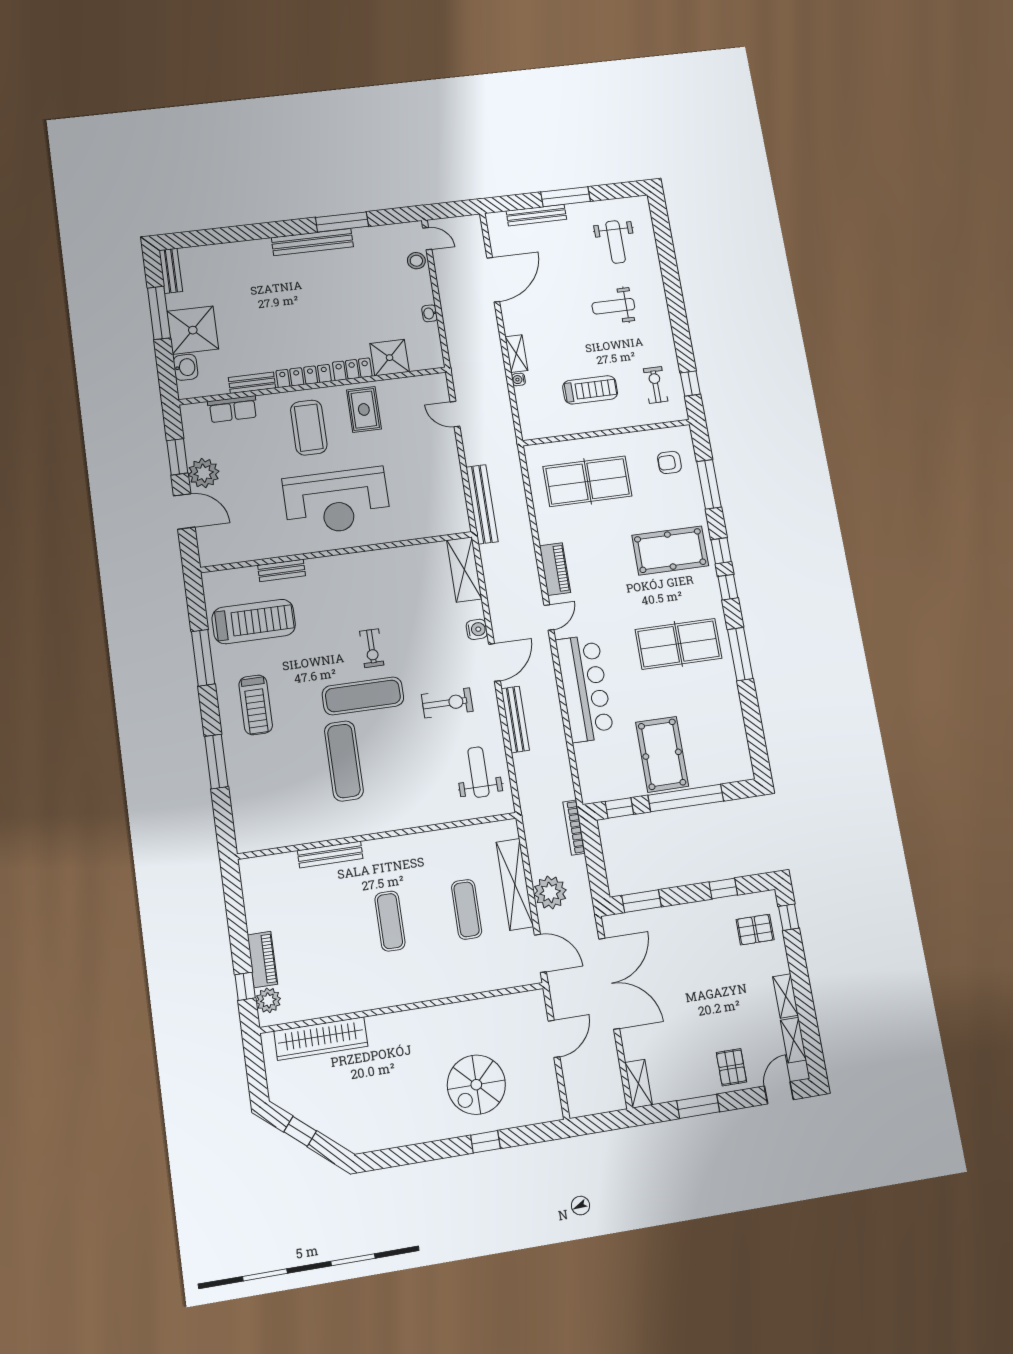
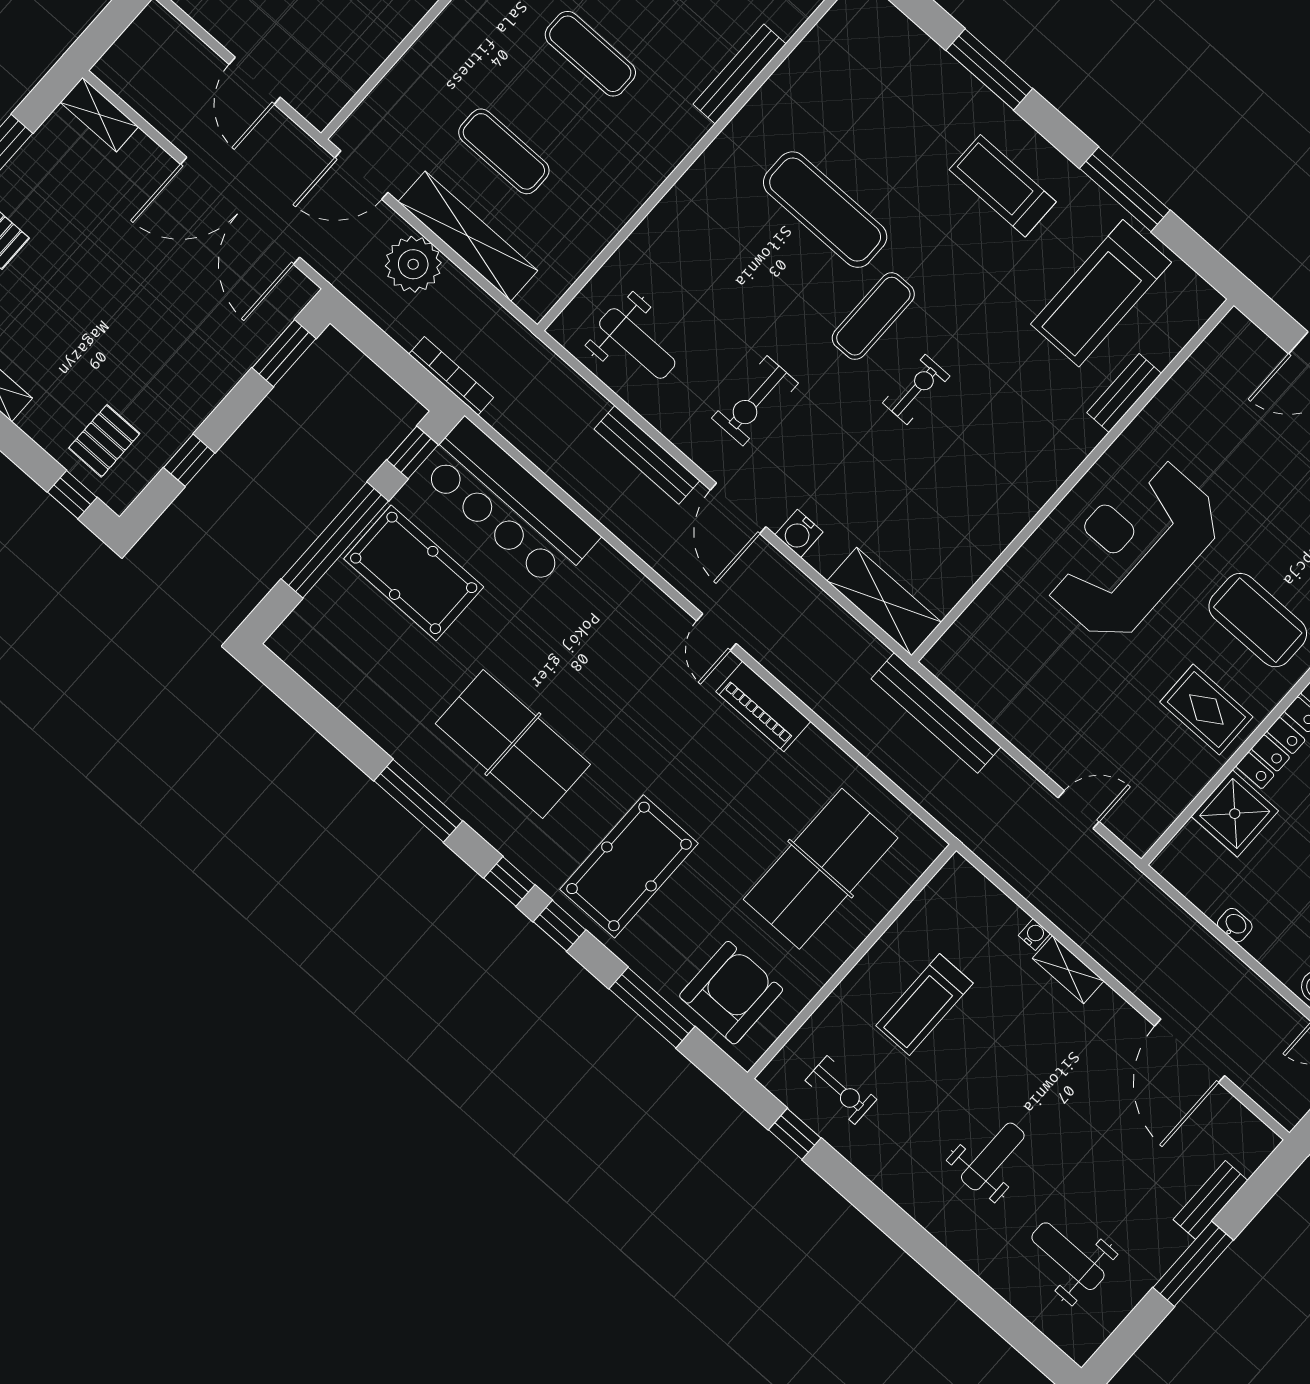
bench: (536, 215) -> (1210, 1200), width x0.73
armchair: (669, 462) -> (731, 993), width x1.88, depth x1.88
table tennis table: (679, 644) -> (513, 744), turned 90
exercise bike: (372, 648) -> (916, 389), turned 90
bar counter: (585, 688) -> (508, 504), moved
exercise mat: (363, 696) -> (873, 316), width x0.73, depth x0.69

